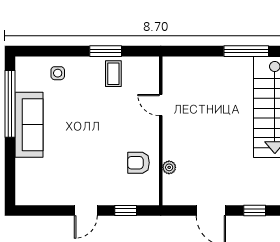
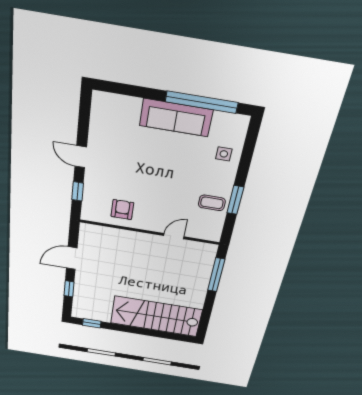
window: (246, 51) -> (216, 275), moved
plant: (169, 167) -> (115, 233), removed

